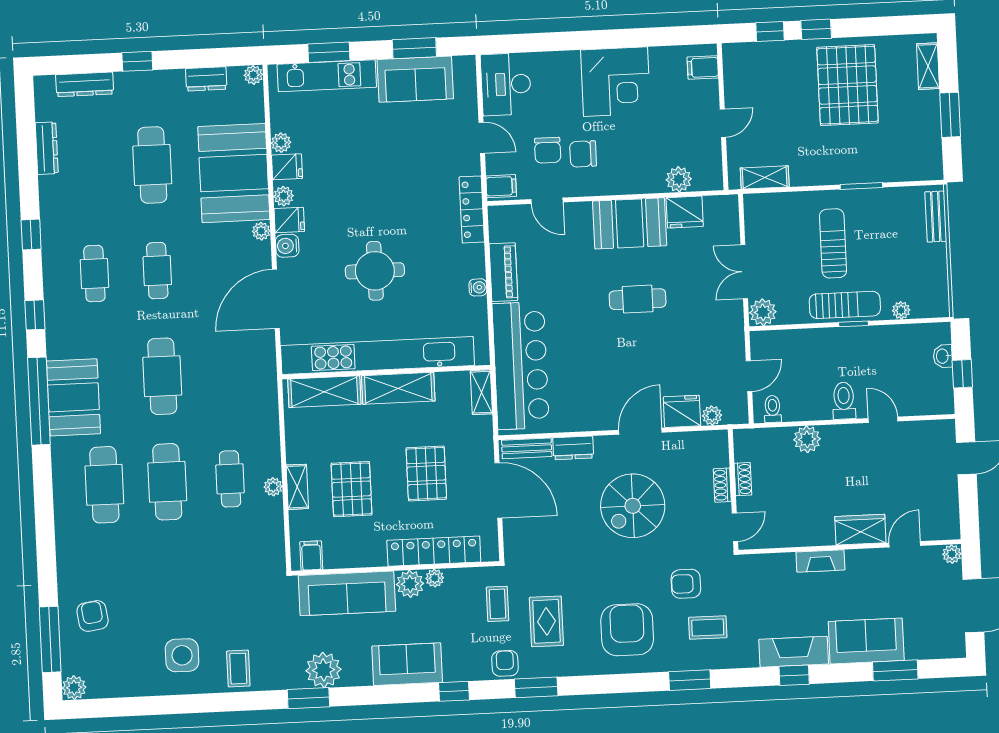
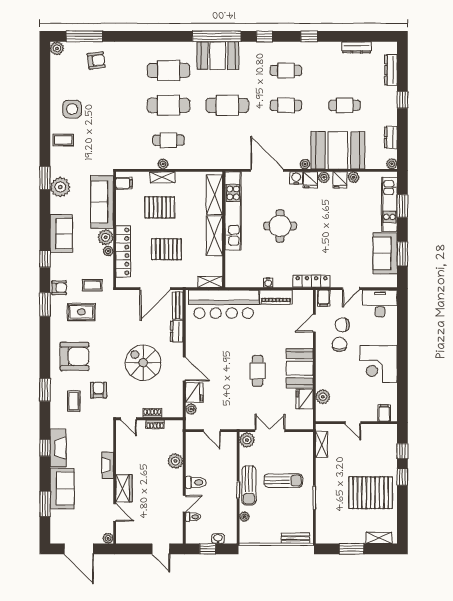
cafe table: (152, 165) -> (345, 105), width x0.73, depth x0.74
kitchen unit: (378, 355) -> (233, 211), width x0.73
toilet: (773, 409) -> (193, 517), moved

